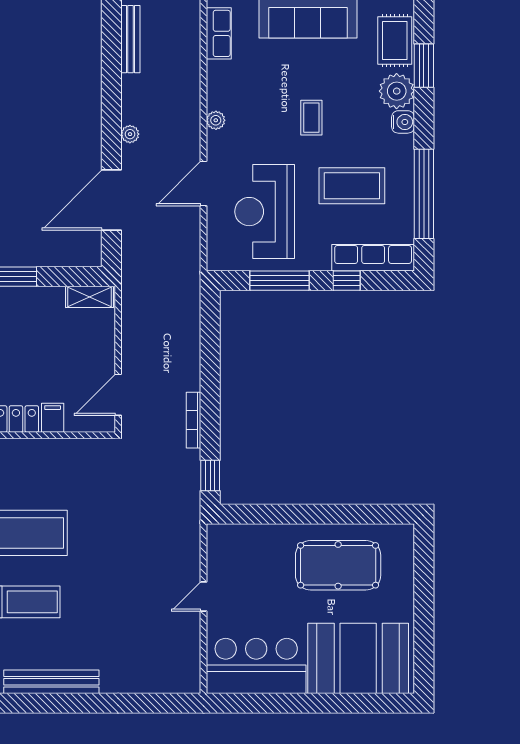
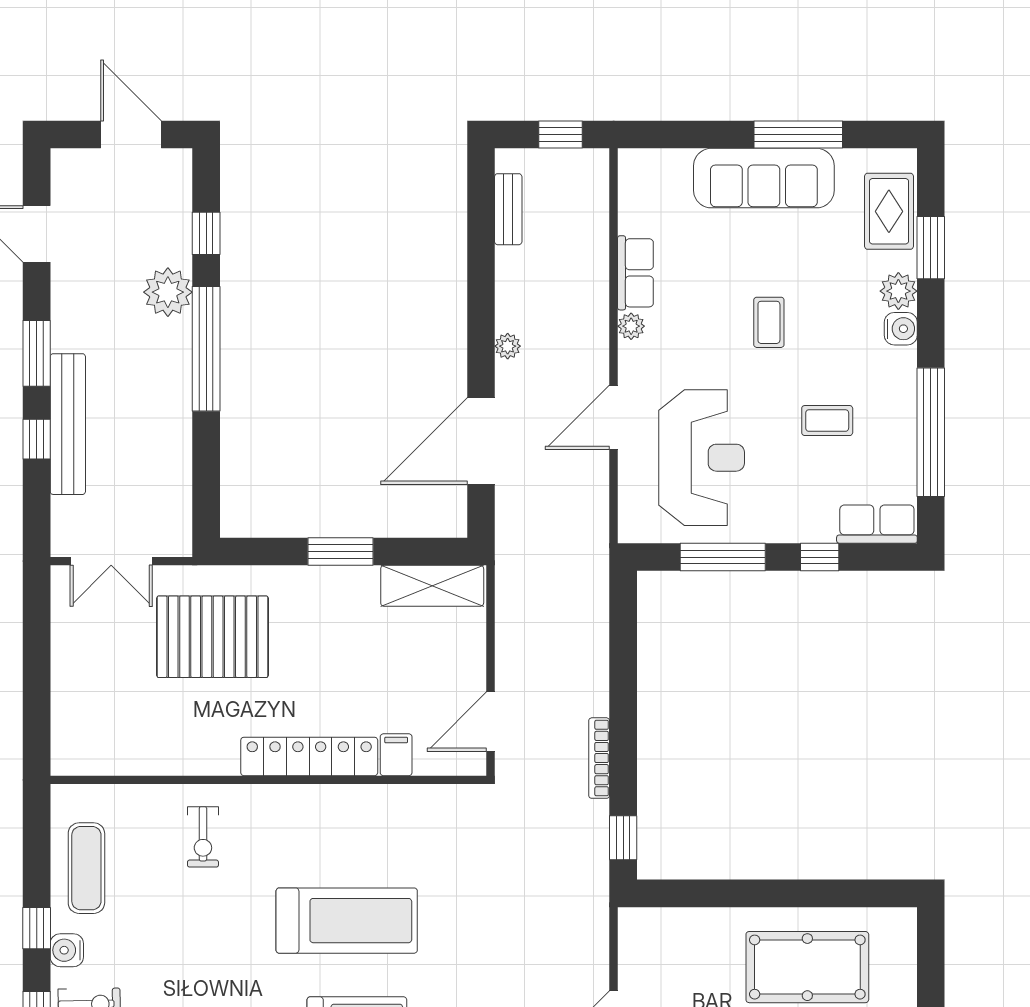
row of seats: (219, 33) -> (635, 273), moved
bench: (130, 39) -> (508, 209), width x0.73
plant: (397, 91) -> (898, 291), width x0.73, depth x0.73
coffee table: (352, 186) -> (827, 421), width x0.54, depth x0.58
reception desk: (265, 212) -> (702, 458), turned 180
row of seats: (373, 258) -> (877, 524), width x0.68
shelving: (89, 297) -> (432, 586), width x1.50, depth x1.33

